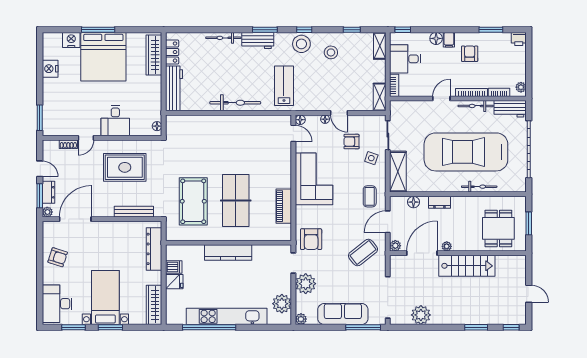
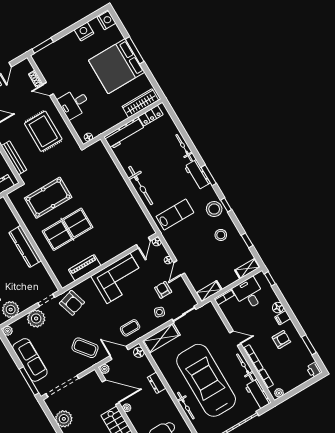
nightstand: (71, 40) -> (107, 20), moved
floor lamp: (413, 202) -> (139, 352), moved
armchair: (311, 239) -> (72, 303), turned -107

